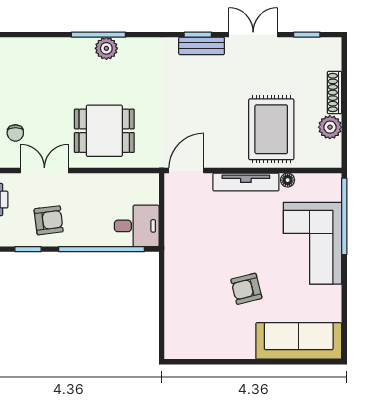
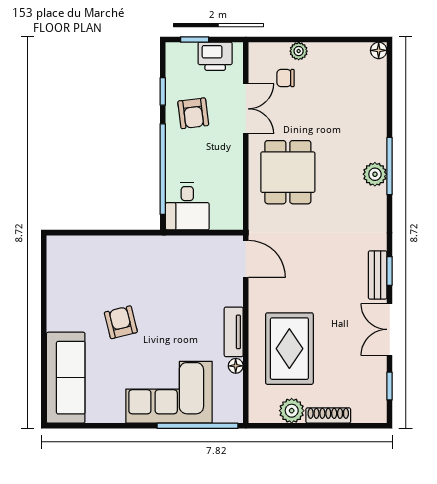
double door: (253, 35) -> (390, 329), swing flipped
rug: (271, 129) -> (289, 349), turned 90
tv unit: (246, 182) -> (234, 332), width x0.71

